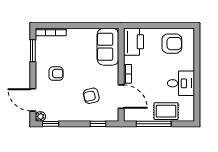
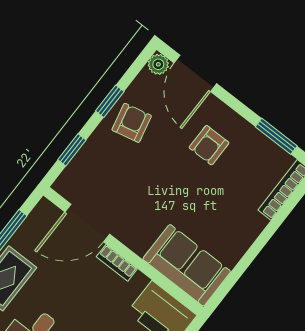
armchair: (91, 96) -> (132, 123), moved
door: (33, 100) -> (195, 73), swing flipped
window: (51, 124) -> (110, 101), moved

